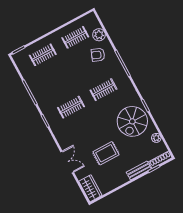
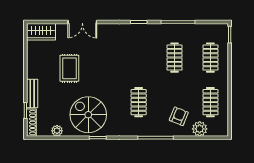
clothes rail: (71, 107) -> (175, 58), moved

